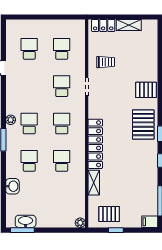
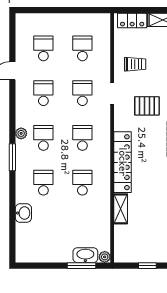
school desk: (29, 86) -> (43, 93), added
pallet: (109, 214) -> (147, 106), moved
washbasin: (26, 221) -> (85, 255), moved
window: (22, 230) -> (81, 266), moved

